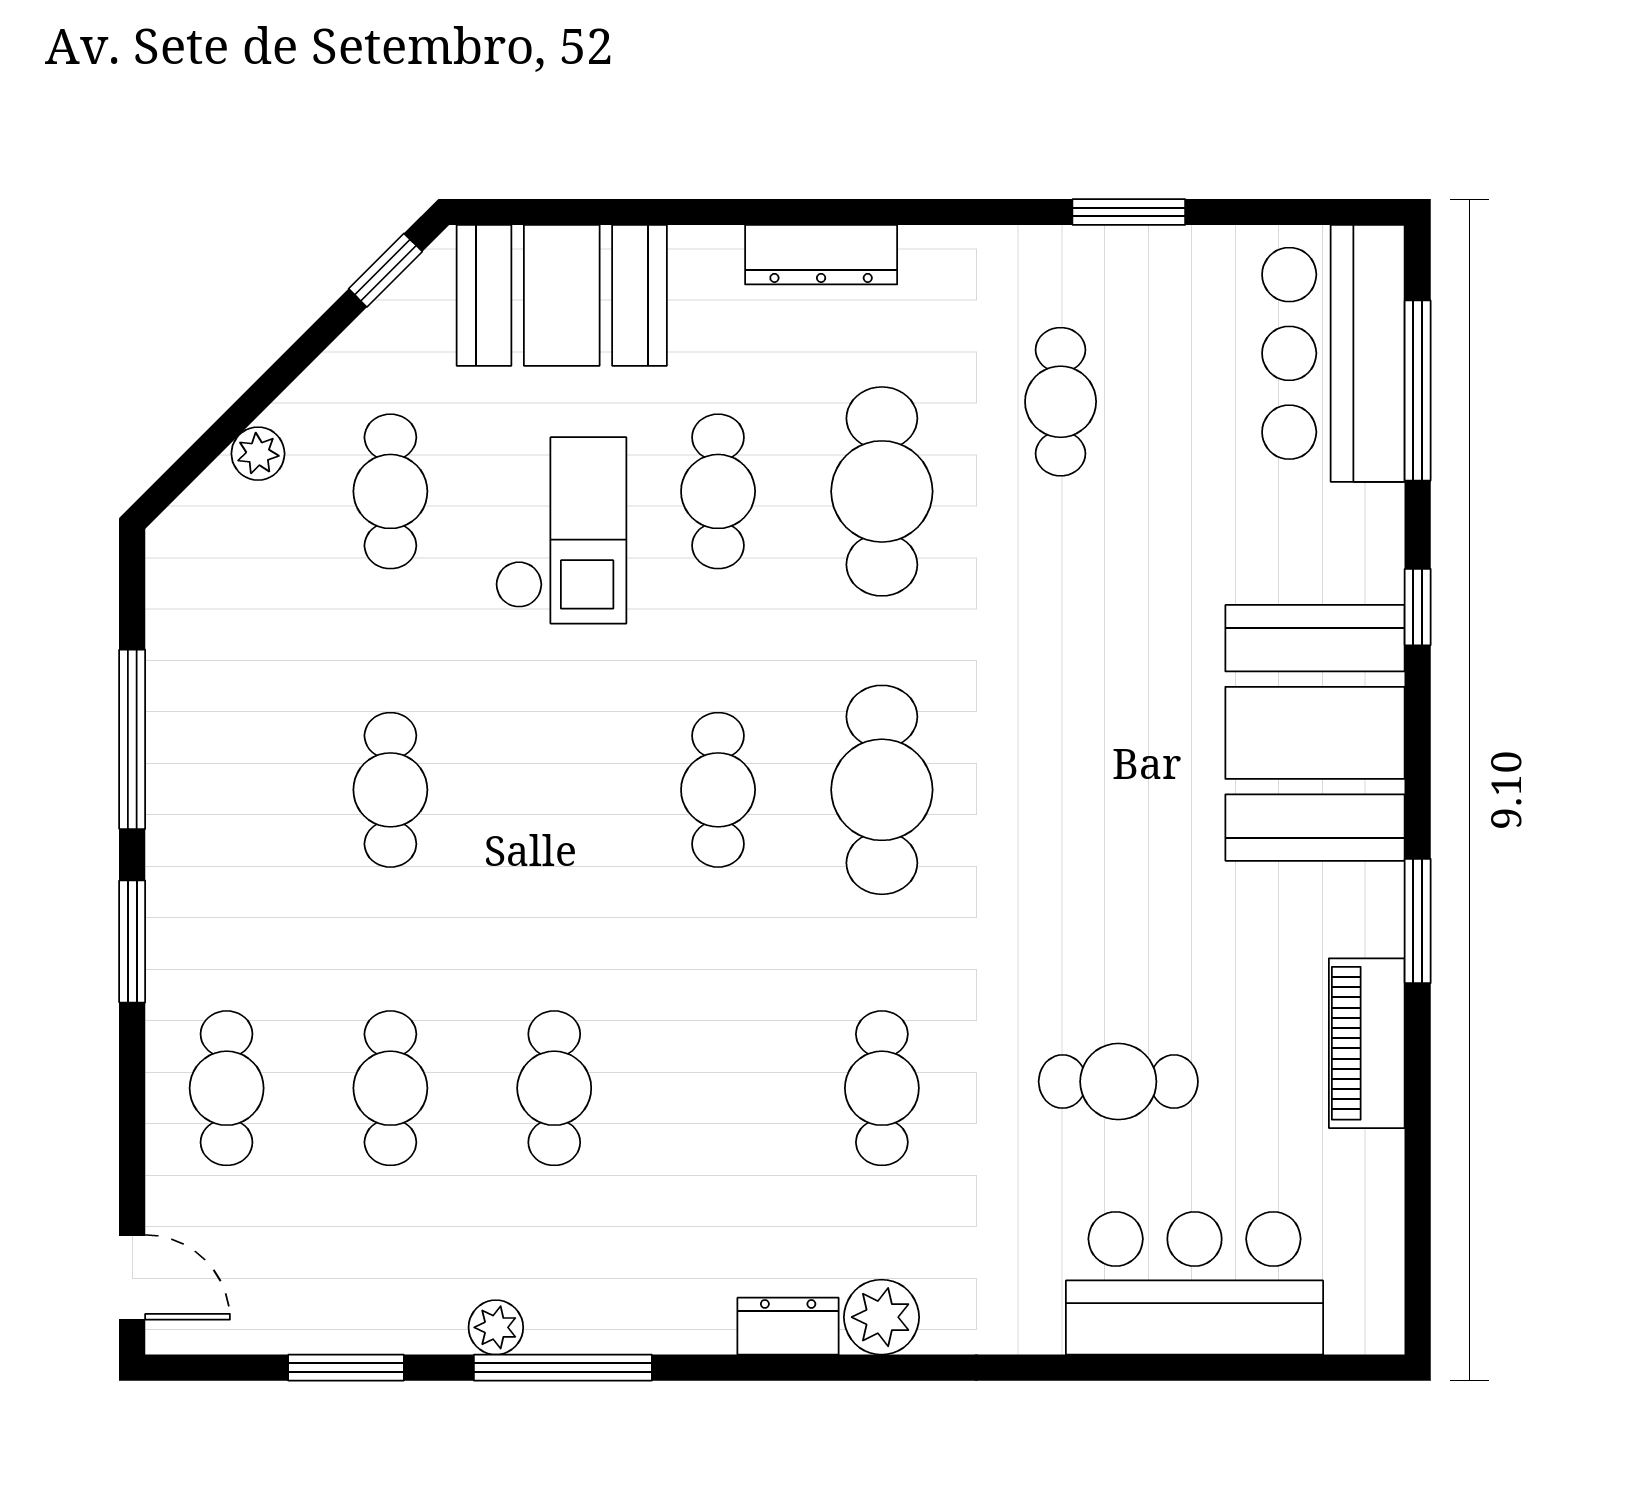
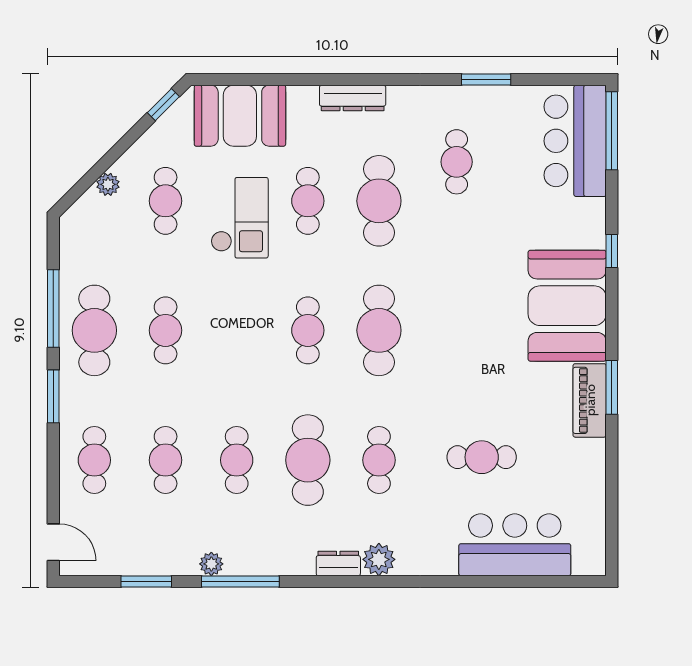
window: (1418, 391) -> (612, 131), moved
cafe table: (227, 790) -> (94, 330), added
piano: (1367, 1043) -> (590, 400), moved
cafe table: (718, 1088) -> (308, 460), added

